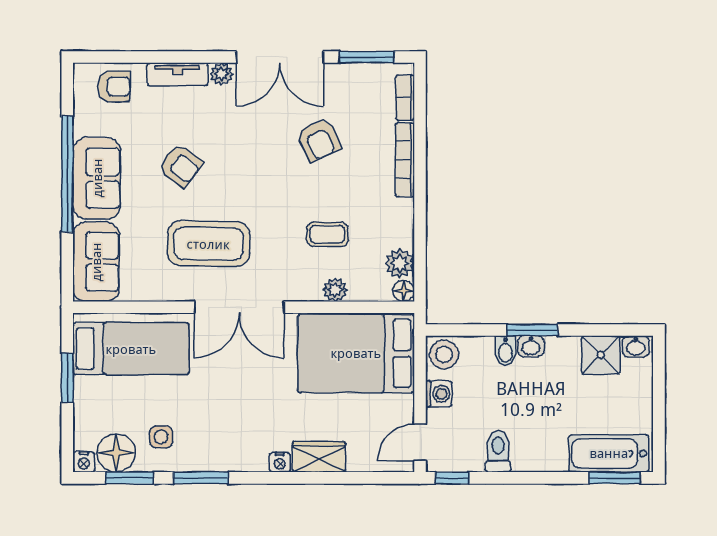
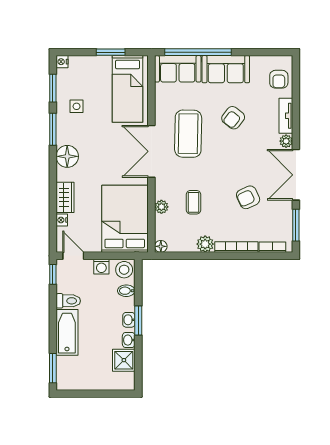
window: (67, 174) -> (198, 52), moved
plant: (400, 263) -> (205, 244), moved
washbasin: (636, 347) -> (129, 340), moved
bidet: (505, 351) -> (126, 291), moved
floor lamp: (116, 453) -> (67, 156), moved
bathtub: (609, 453) -> (67, 332), moved
nightstand: (280, 462) -> (62, 220), moved

